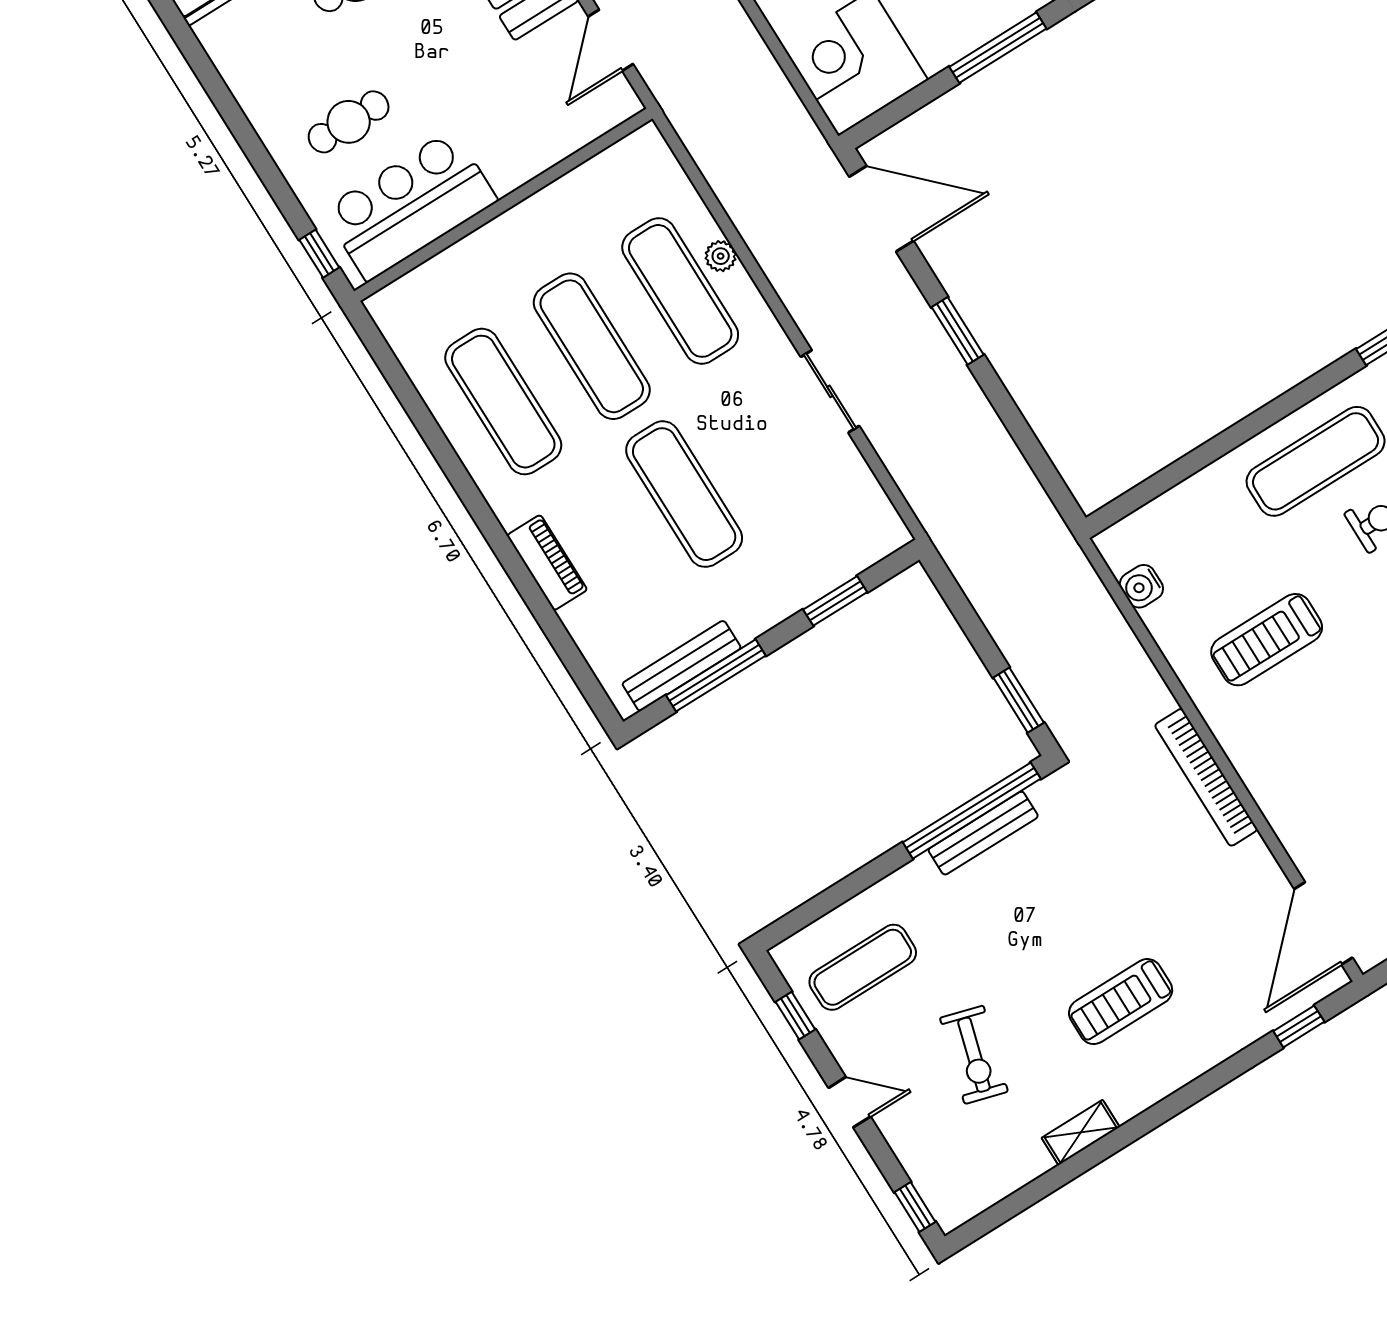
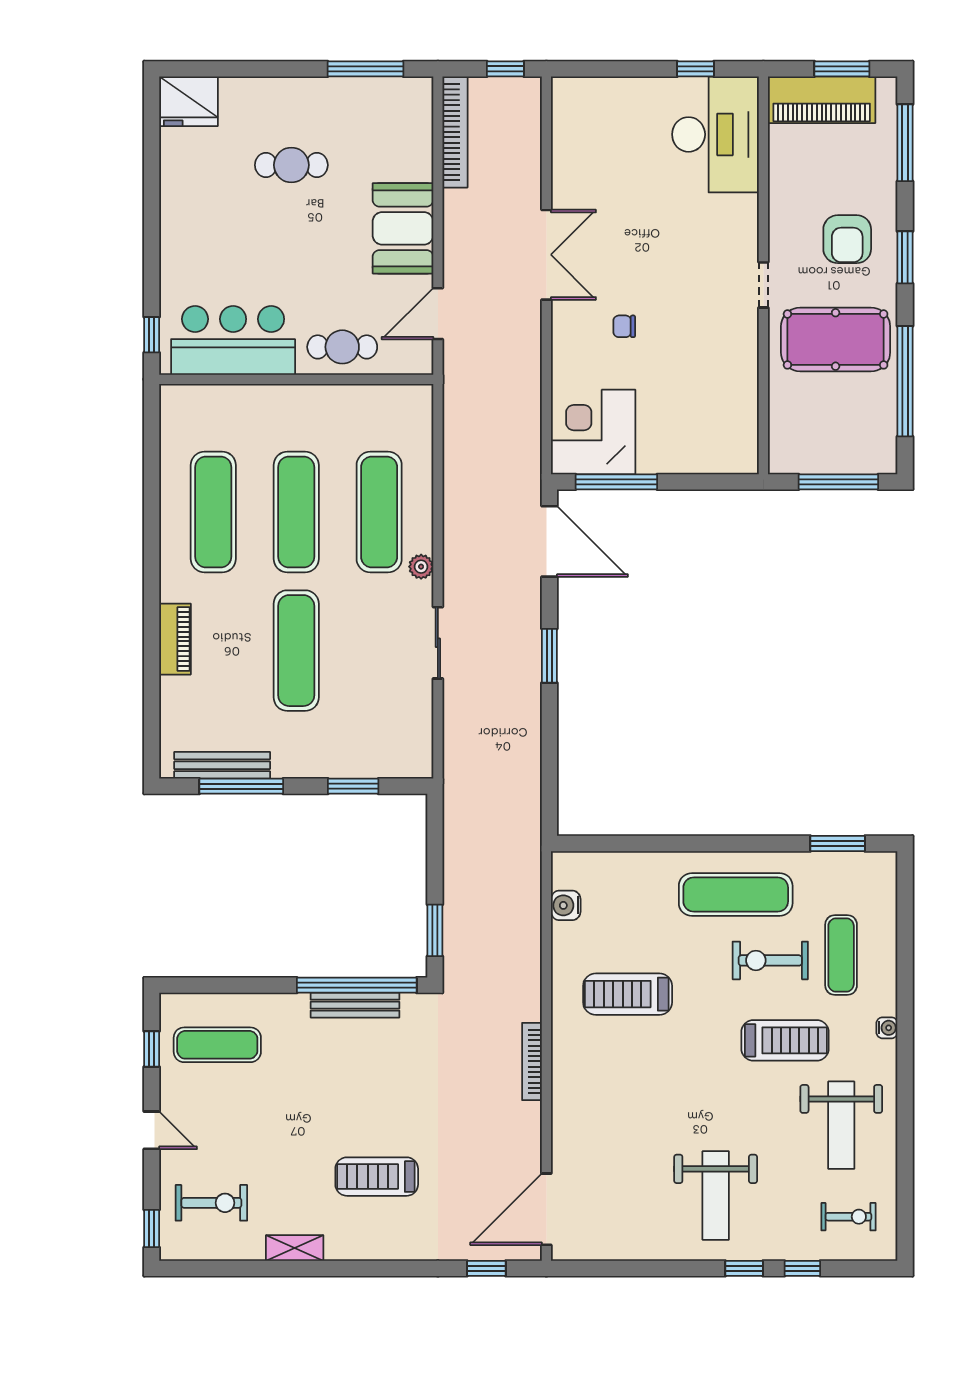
window: (998, 48) -> (616, 482), moved
cafe table: (349, 122) -> (342, 347), moved
plant: (721, 256) -> (421, 567), moved
bookcase: (1206, 777) -> (532, 1061), width x0.68, depth x0.76
exercise bike: (974, 1055) -> (211, 1203), moved, turned -106

